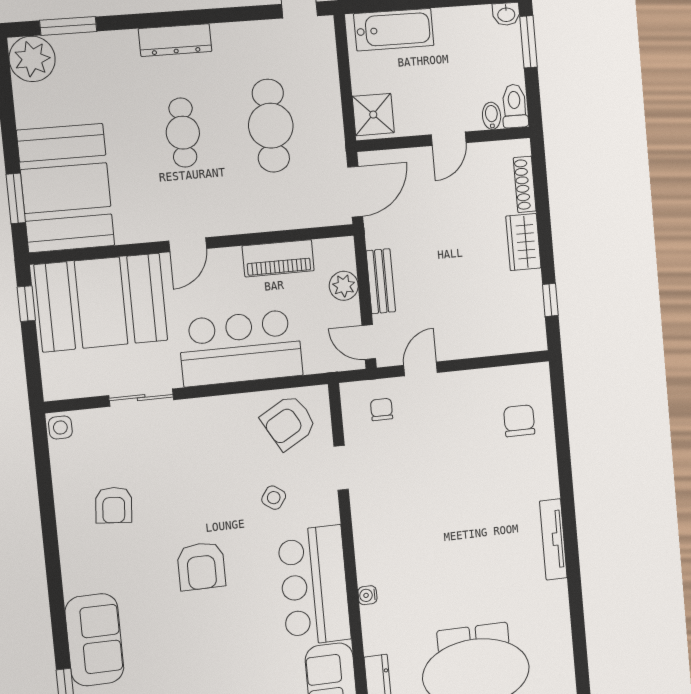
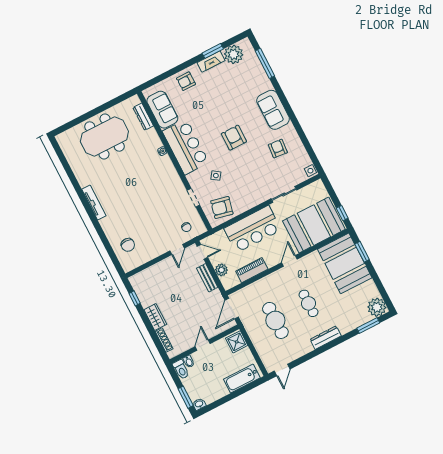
armchair: (289, 422) -> (222, 207), turned -137
sofa: (94, 640) -> (273, 110), moved

